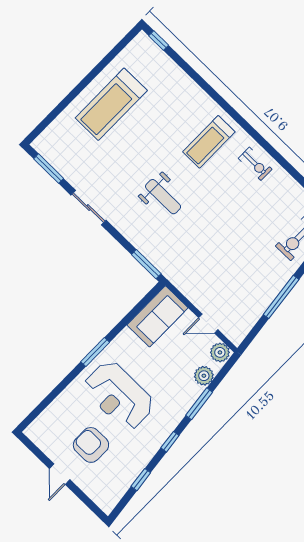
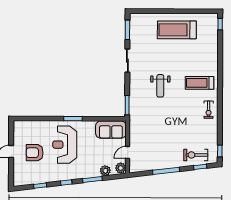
door: (208, 324) -> (128, 152), hinge flipped
armchair: (91, 445) -> (35, 153), turned -90

